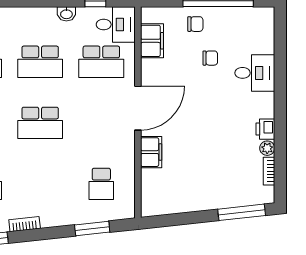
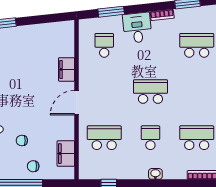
washbasin: (66, 14) -> (155, 174), moved
desk: (116, 25) -> (137, 28), moved, turned 84
school desk: (40, 62) -> (150, 138), width x0.54
door: (138, 108) -> (77, 103), width x0.73

